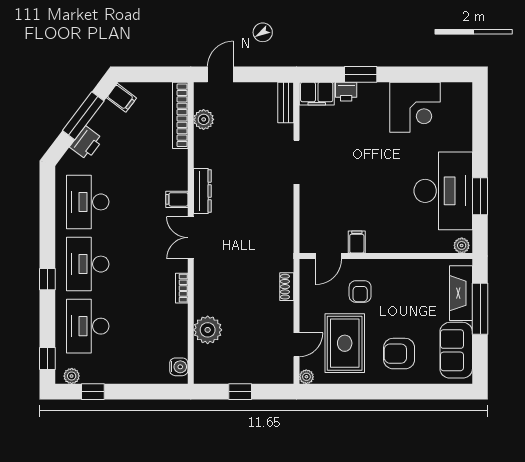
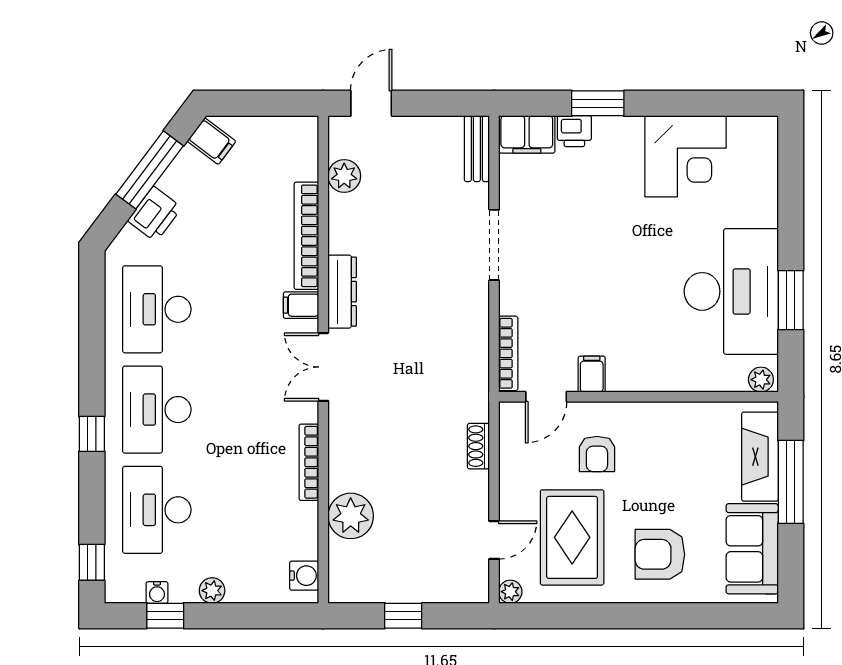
bookcase: (180, 115) -> (306, 236), moved
bookcase: (305, 229) -> (508, 353), added
bookcase: (182, 288) -> (309, 462), width x1.56
plant: (72, 376) -> (212, 591), moved
water cooler: (88, 377) -> (157, 592), added

